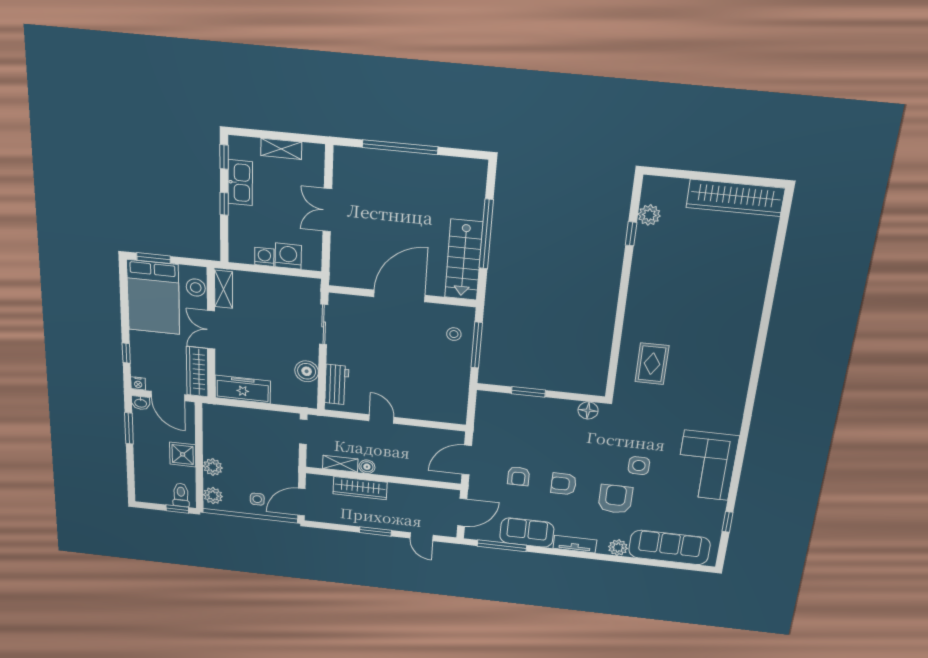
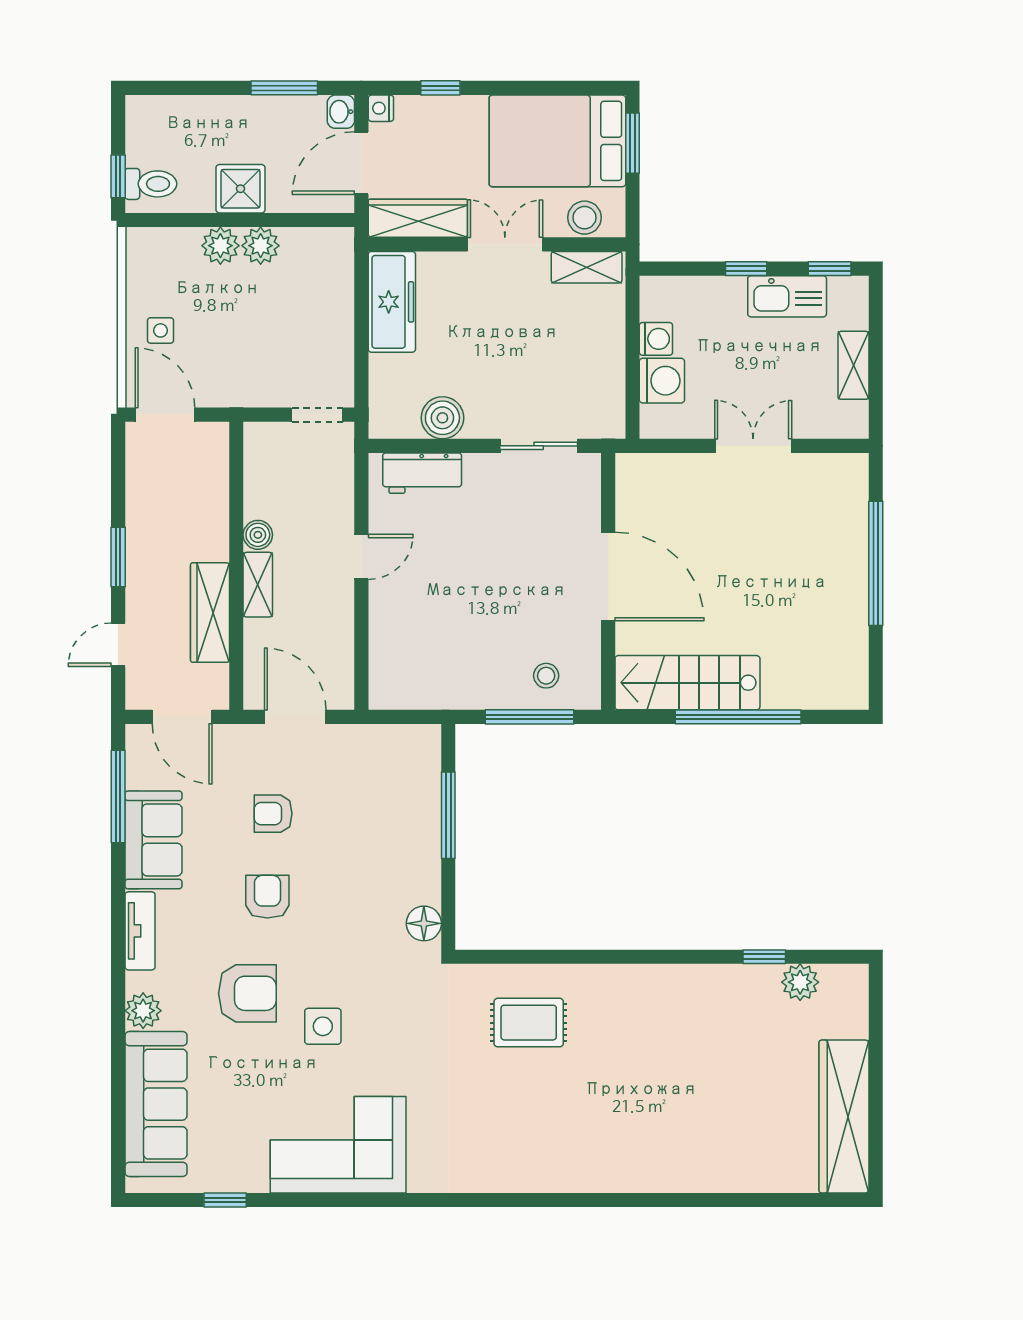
window: (528, 392) -> (448, 815), width x1.44
shelving: (340, 464) -> (258, 585), moved
wardrobe: (360, 488) -> (210, 613), moved
plant: (213, 496) -> (261, 246), moved

